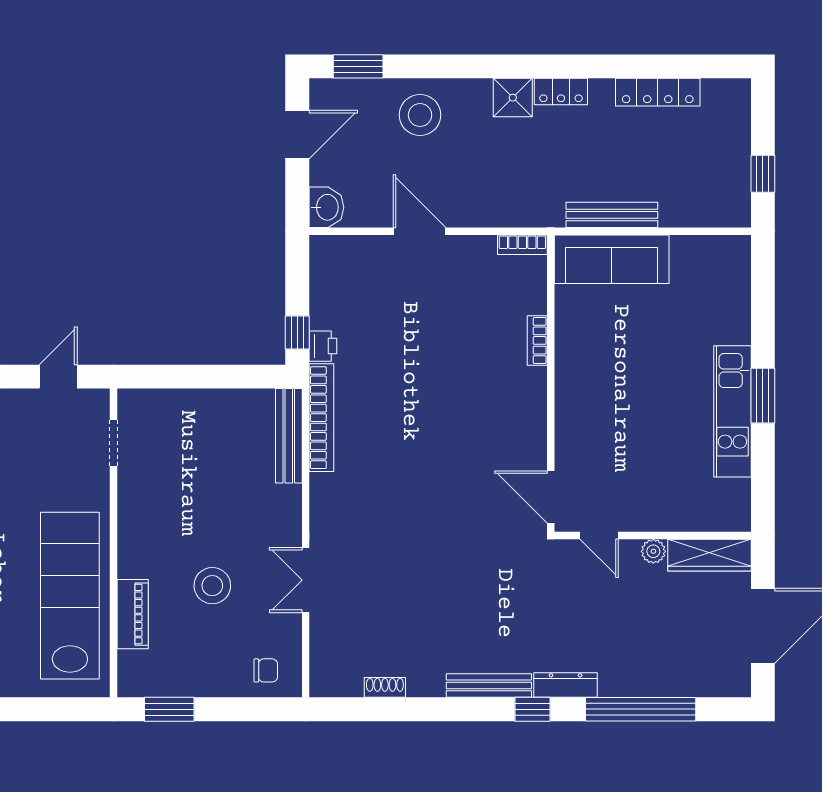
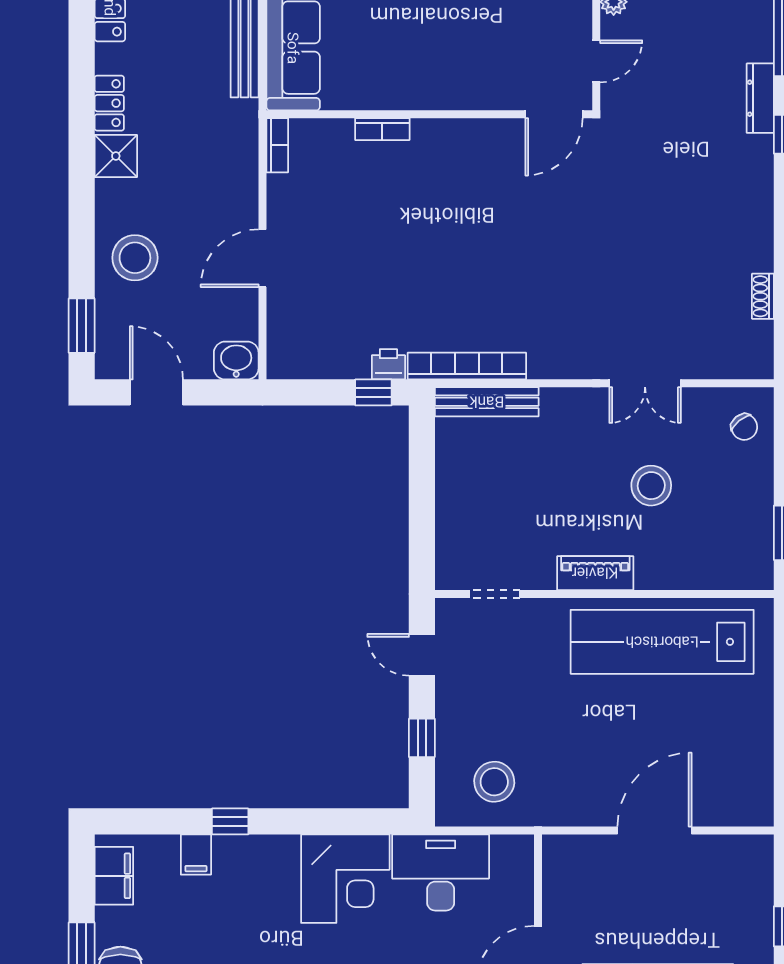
piano: (133, 614) -> (595, 573), moved
chair: (266, 670) -> (744, 427), turned 141
bench: (489, 685) -> (761, 182), removed

